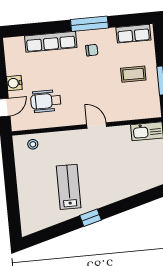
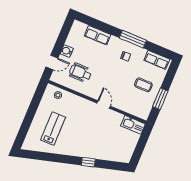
row of seats: (51, 42) -> (98, 35), width x0.68
lab bench: (69, 187) -> (53, 129), moved
window: (90, 218) -> (88, 162), moved

